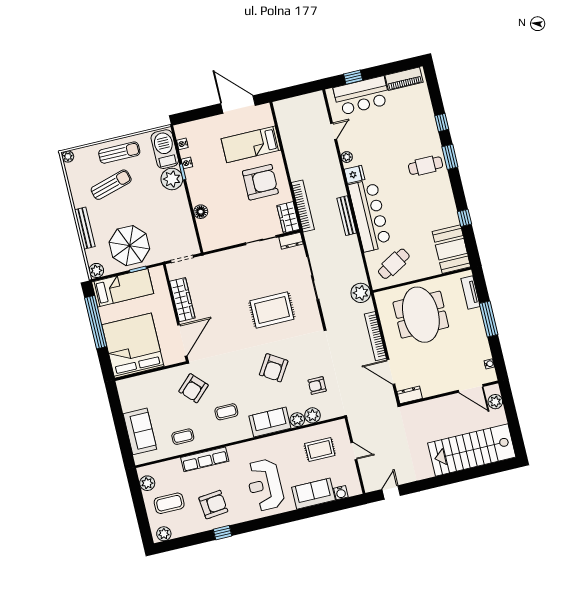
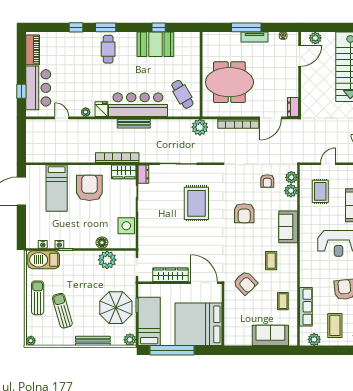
plant: (172, 179) -> (107, 260), moved
side table: (227, 235) -> (126, 226), added
booth: (451, 249) -> (155, 44), moved
tv unit: (470, 293) -> (254, 37), moved
armchair: (274, 368) -> (244, 213), turned 58
plant: (297, 420) -> (291, 177), moved
row of seats: (205, 459) -> (306, 307), moved

